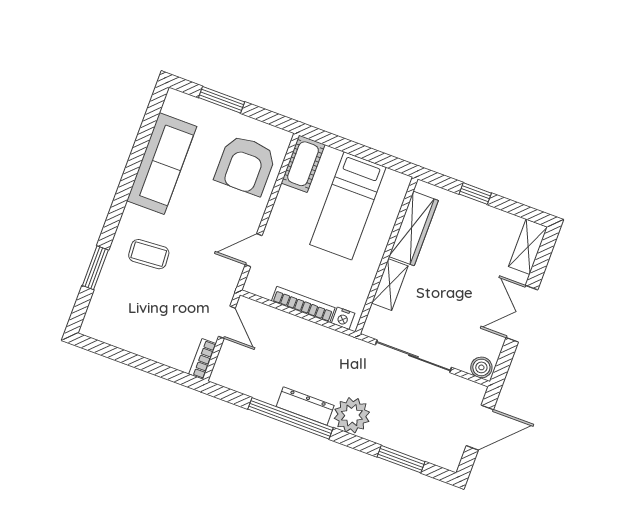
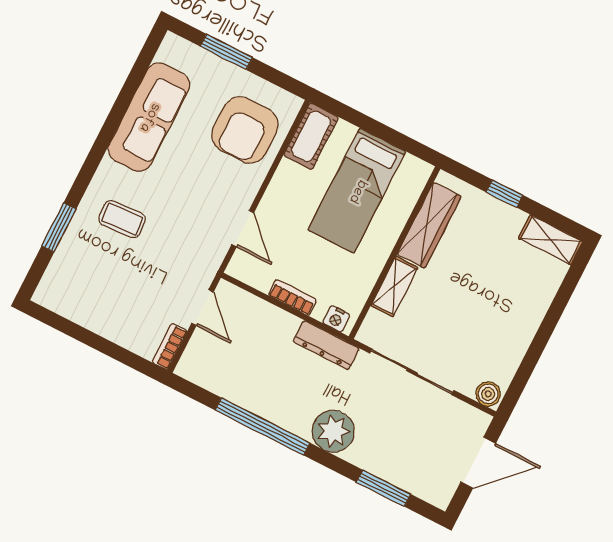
shelving: (528, 247) -> (551, 240), moved, turned 90
door: (254, 250) -> (243, 229), swing flipped
bookcase: (303, 304) -> (292, 298), width x0.64
double door: (522, 314) -> (542, 338), removed
dresser: (305, 406) -> (326, 345), moved, turned 180

